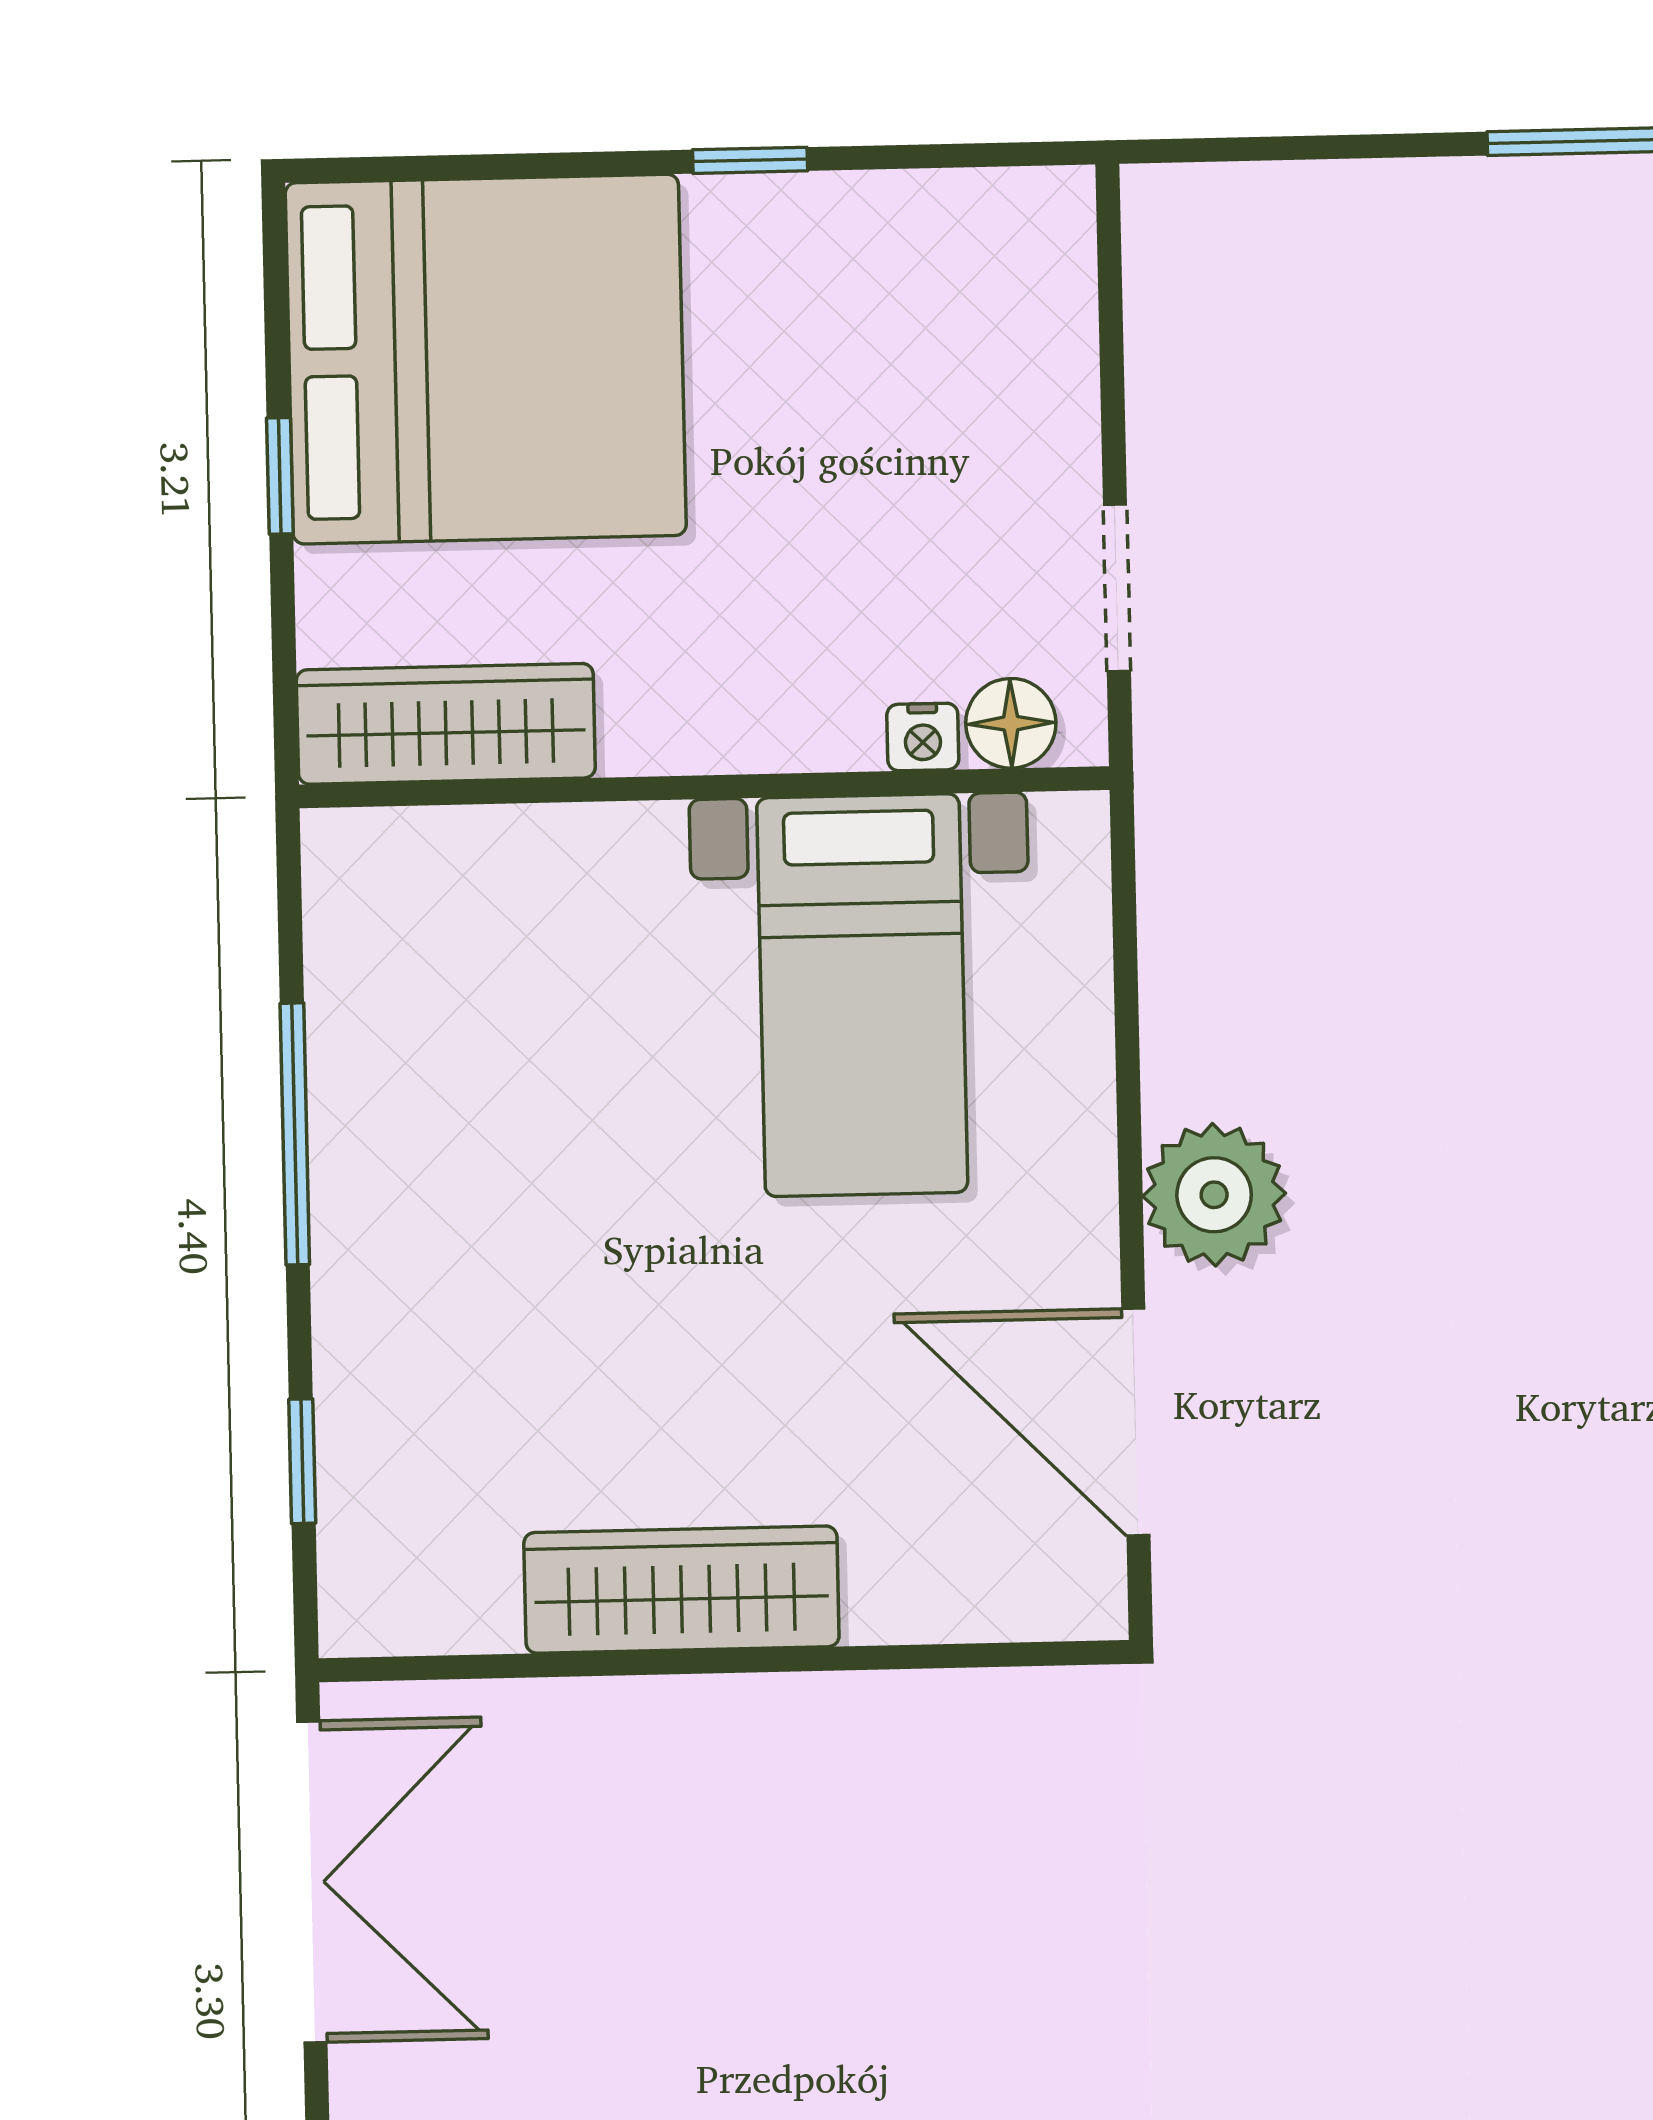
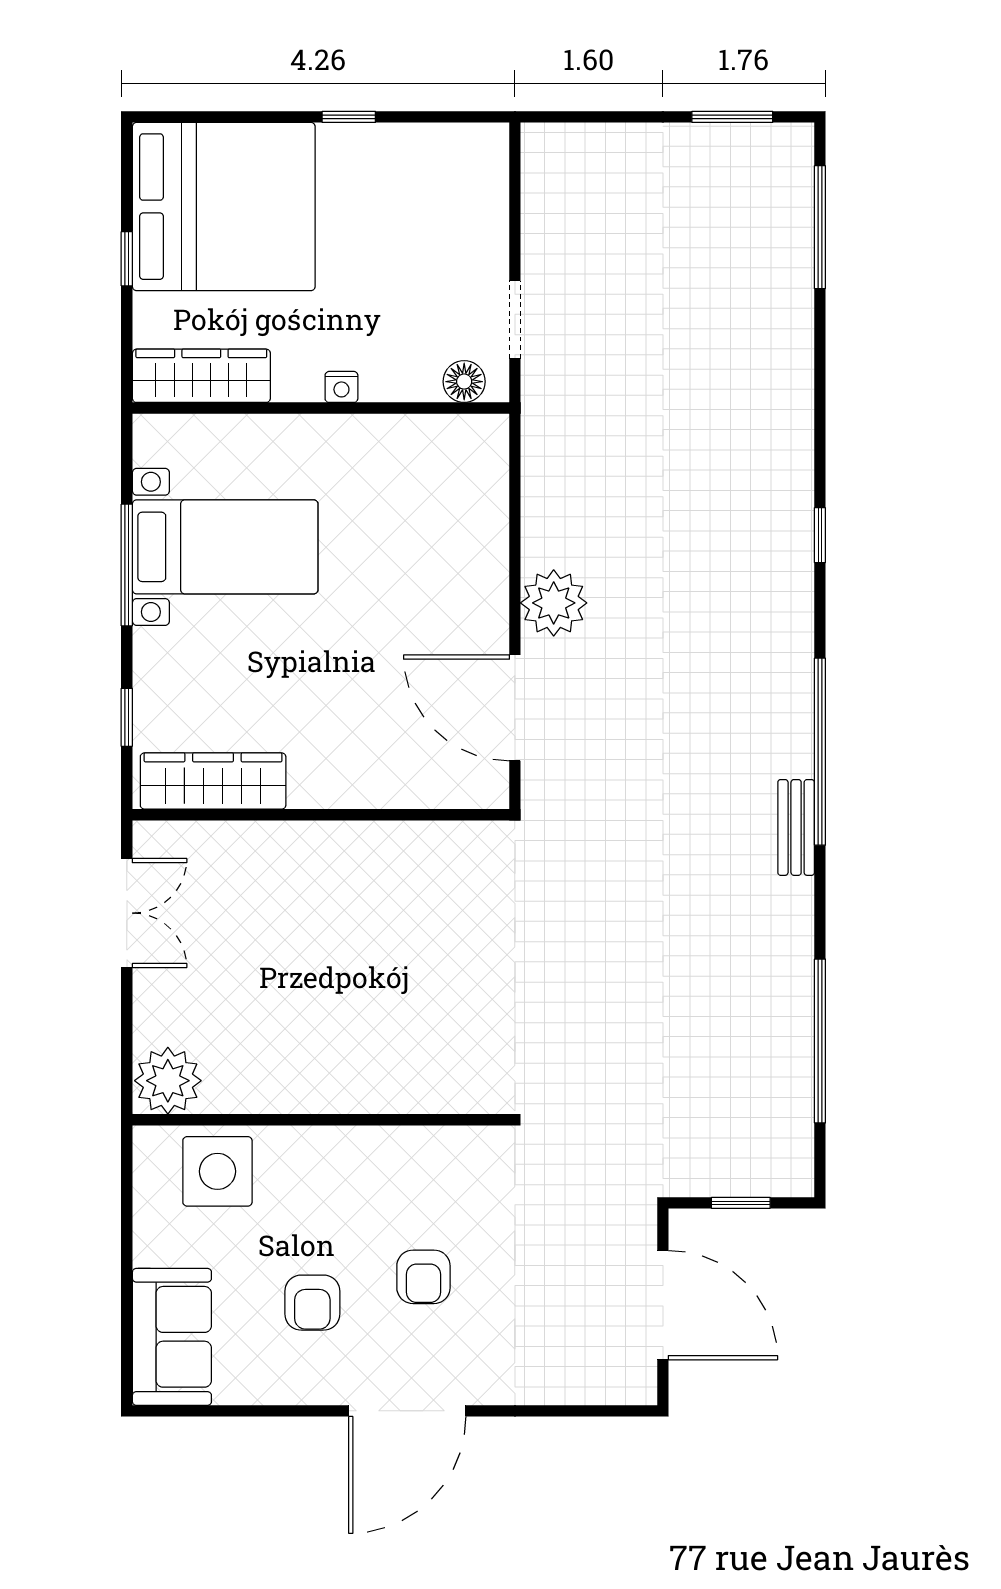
nightstand: (923, 737) -> (341, 387), moved
bed with nightstands: (862, 995) -> (225, 547), moved, turned -90
wardrobe: (681, 1590) -> (213, 781), moved
double door: (312, 1882) -> (127, 913), width x0.73

